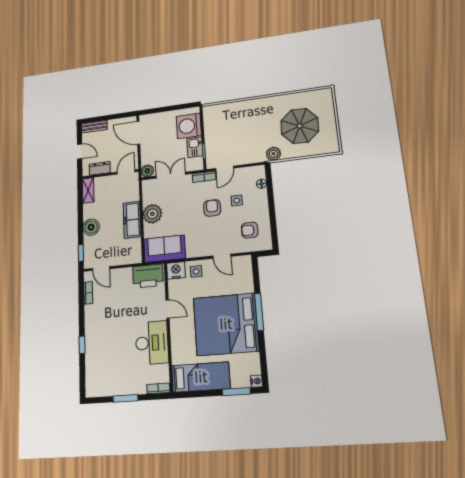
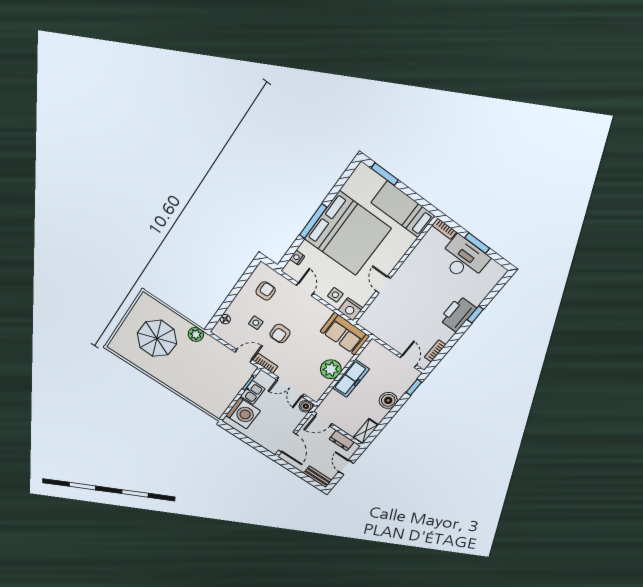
armchair: (250, 230) -> (266, 291), turned -90
printer: (148, 276) -> (458, 314), moved, turned -90
desk: (152, 343) -> (464, 259), moved, turned 90
nightstand: (257, 381) -> (297, 258), moved

